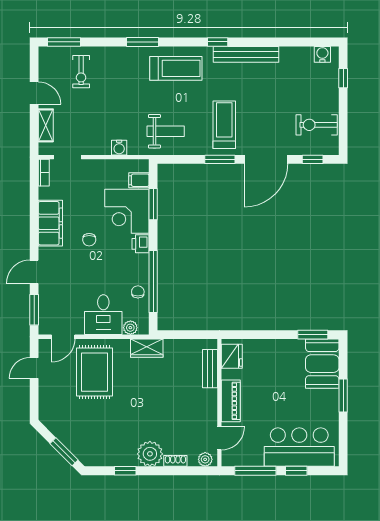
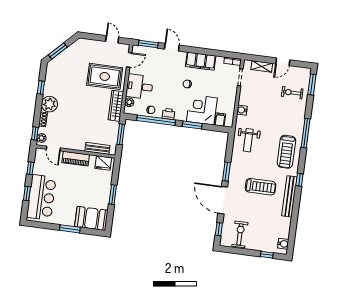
window: (142, 42) -> (306, 133), width x1.44
treadmill: (224, 125) -> (261, 187), moved
window: (153, 204) -> (192, 125), moved
printer: (141, 244) -> (168, 114), moved
window: (183, 335) -> (121, 134), added
window: (313, 335) -> (113, 195), moved
door: (63, 337) -> (129, 60), swing flipped
wardrobe: (147, 348) -> (116, 106), width x1.50
window: (199, 471) -> (35, 133), added
window: (255, 471) -> (30, 168), width x0.46

